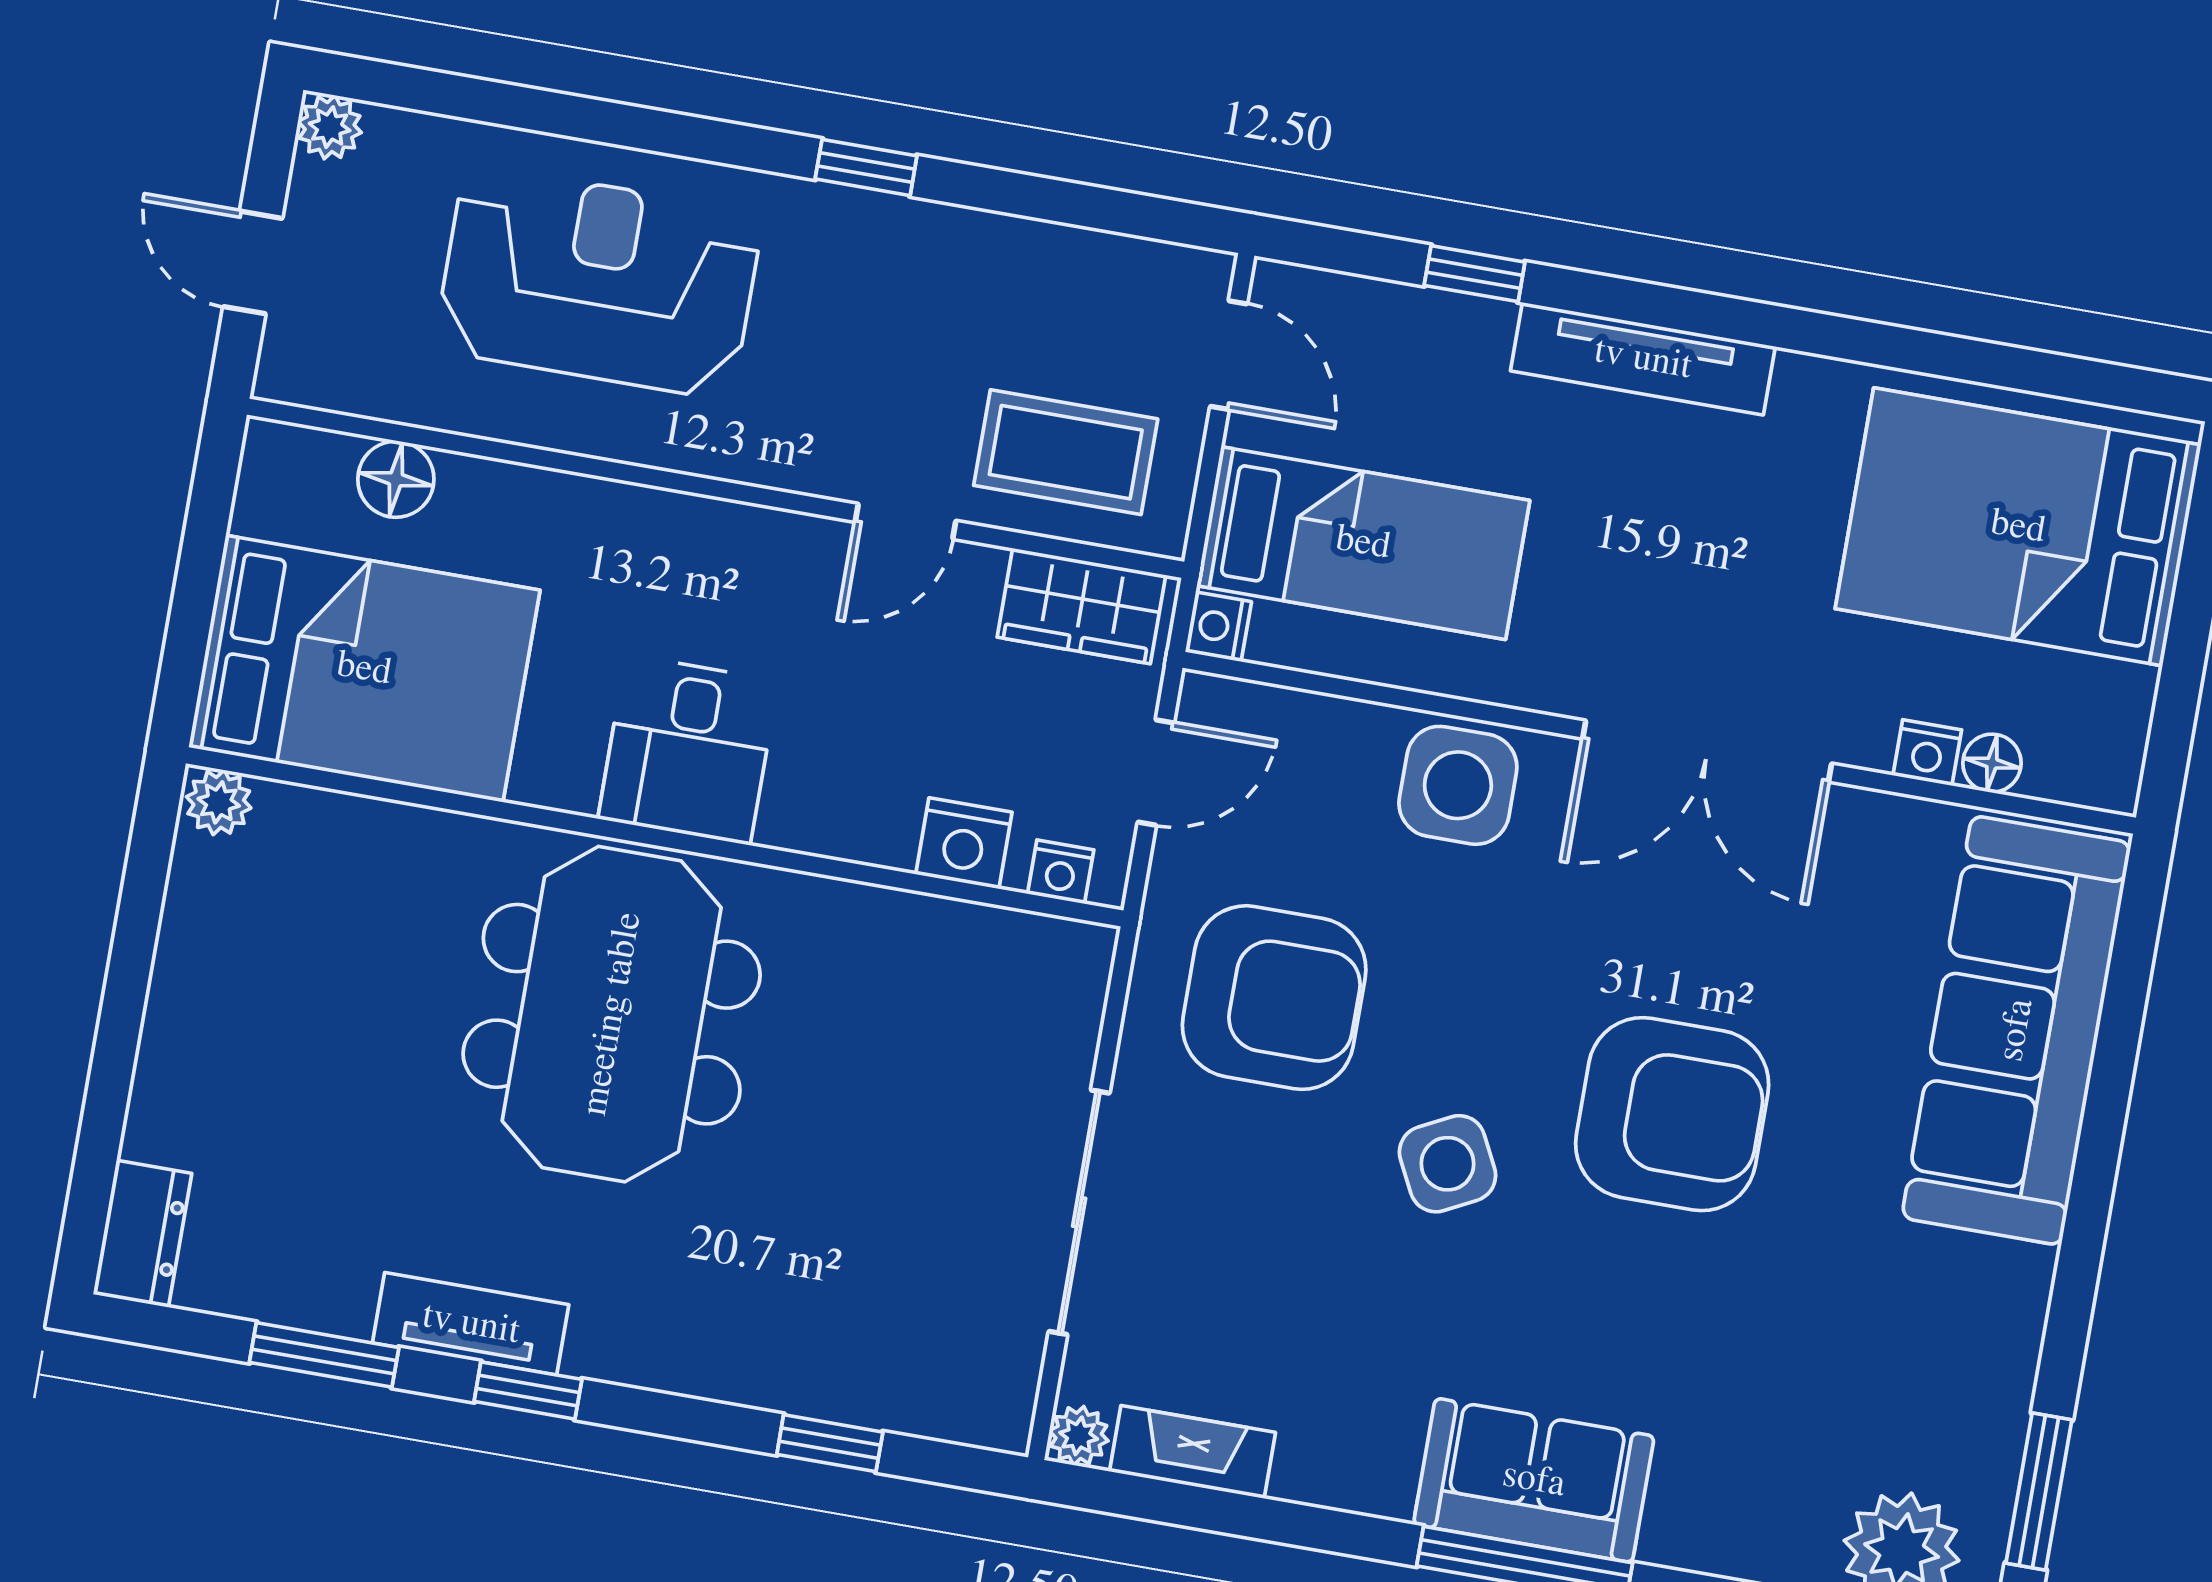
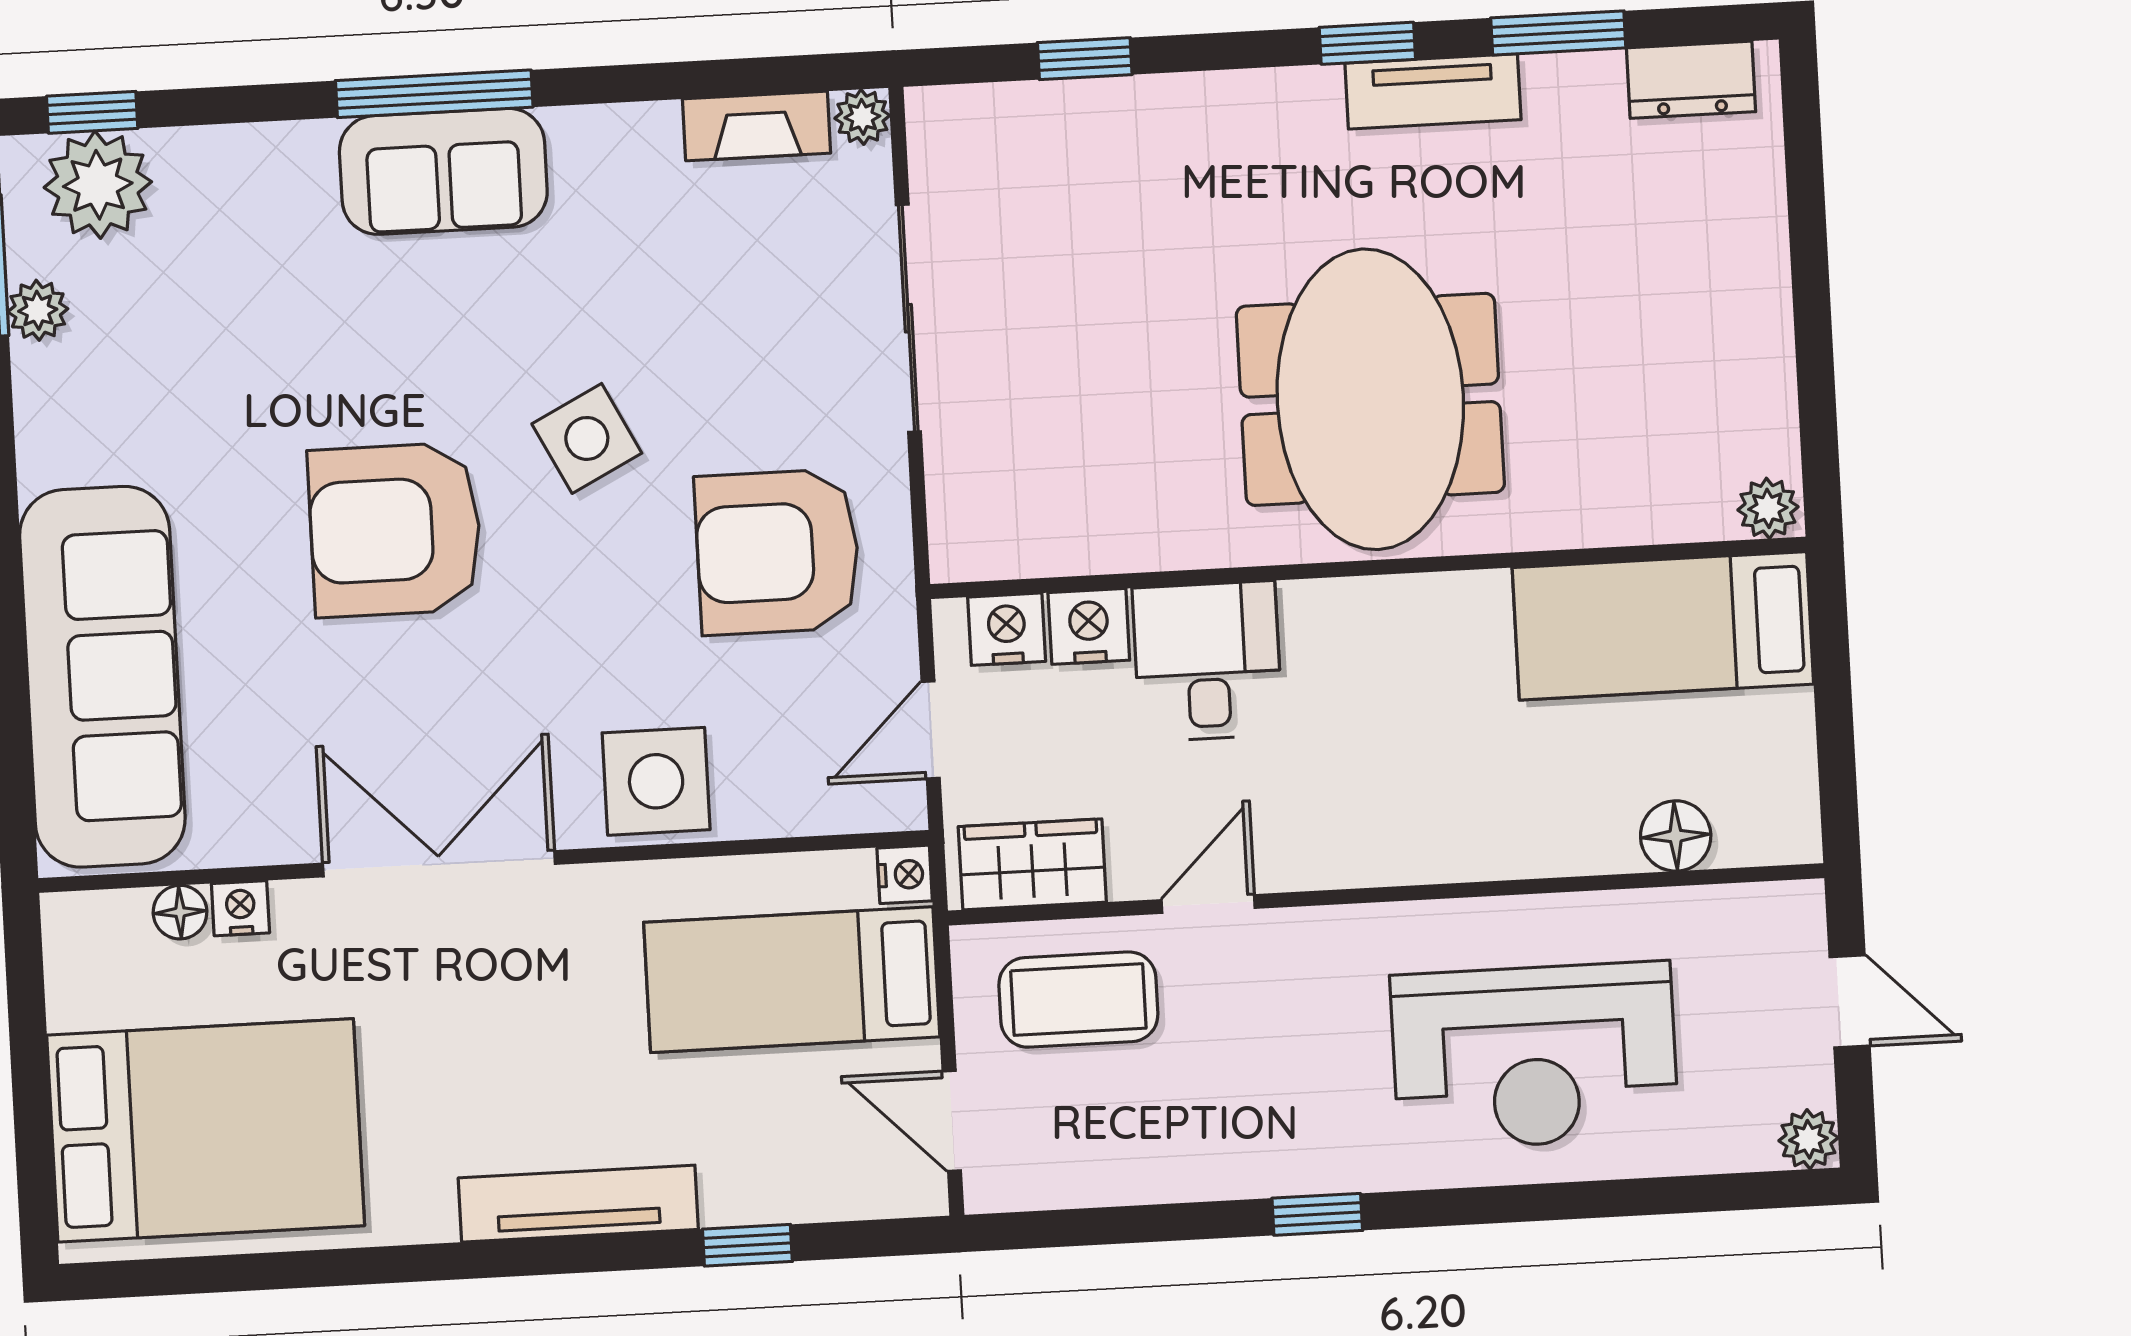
bed: (364, 669) -> (1663, 626), width x0.67
desk: (688, 750) -> (1207, 661), moved
nightstand: (1061, 872) -> (1007, 629), width x1.39, depth x1.35
dresser: (142, 1234) -> (1691, 80), moved, turned -90
plant: (1995, 1433) -> (38, 310), added

